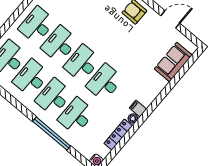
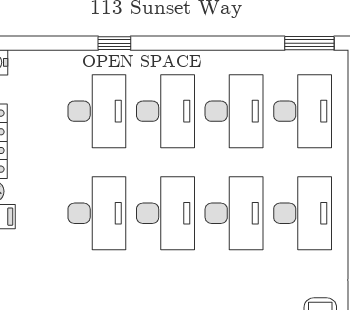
window: (52, 134) -> (114, 43), width x0.32

